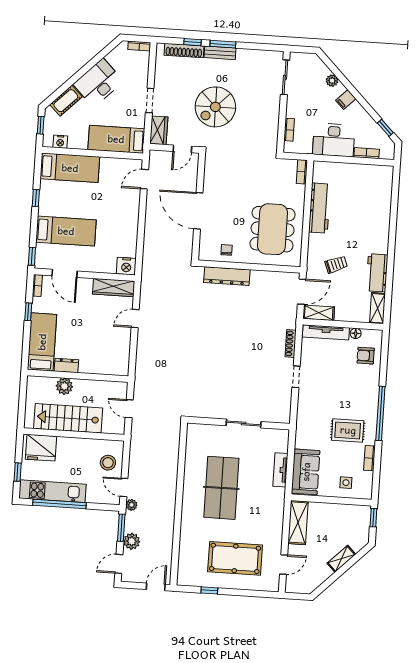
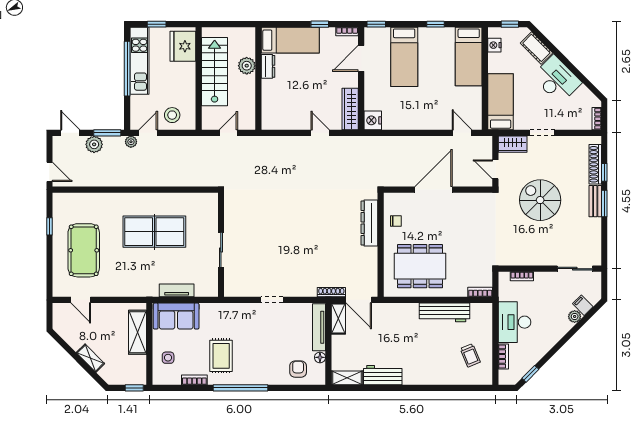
filing cabinet: (346, 100) -> (583, 305), moved
trolley: (336, 265) -> (470, 355), moved
shoe rack: (291, 344) -> (331, 292), moved
shelving: (298, 523) -> (138, 332), moved, turned 90

